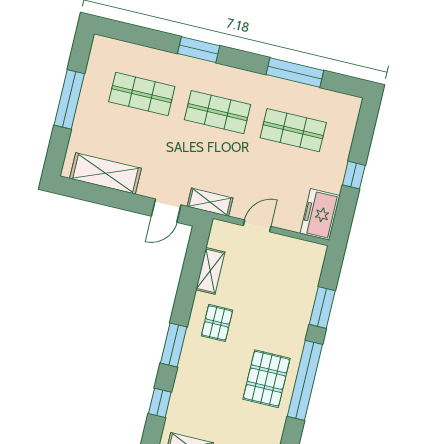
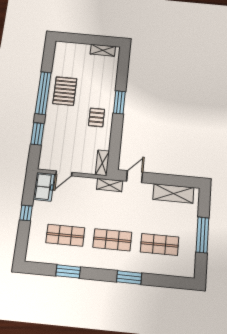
window: (295, 73) -> (68, 271), width x0.69
door: (257, 226) -> (64, 173), moved
shelving: (210, 271) -> (102, 163), moved
window: (160, 403) -> (123, 71), removed

